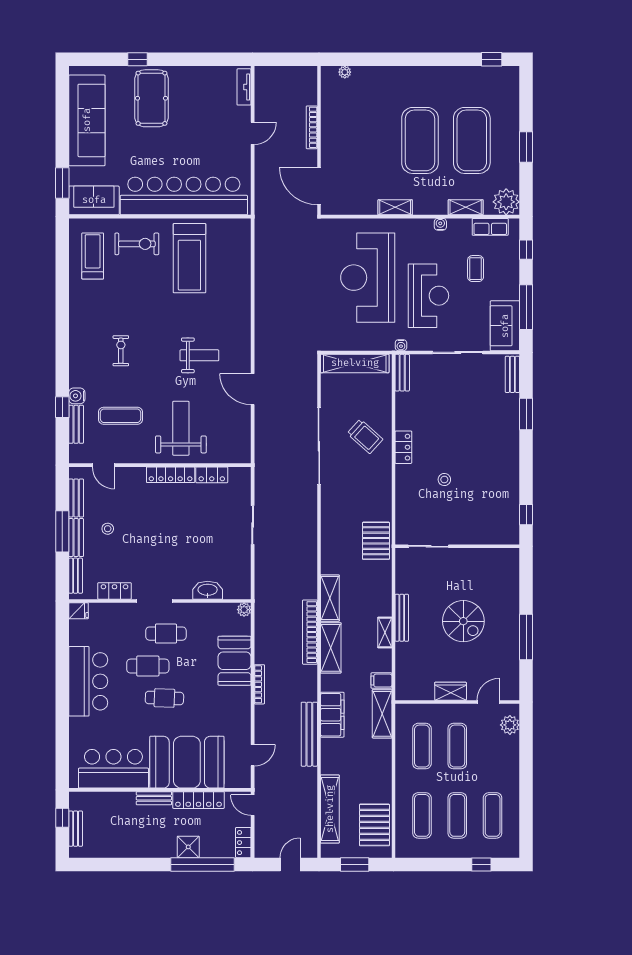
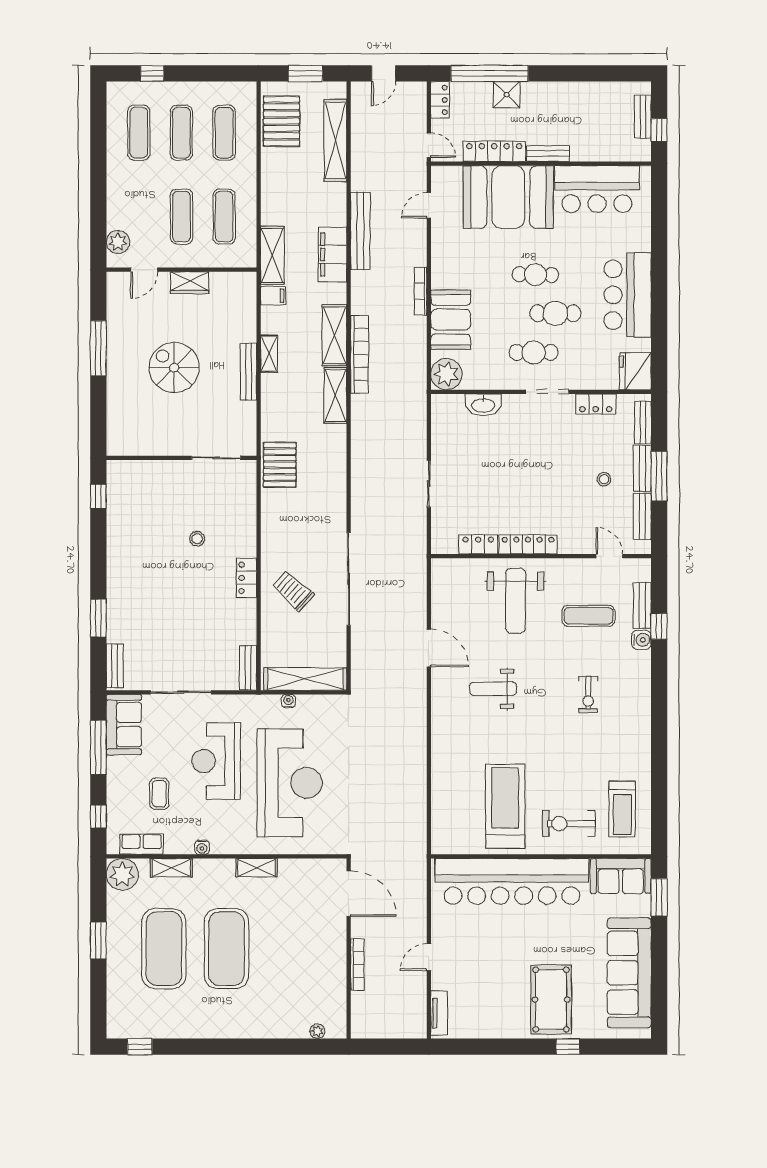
water cooler: (401, 345) -> (288, 701), moved
plant: (244, 610) -> (446, 374), width x1.87, depth x1.87
fridge: (78, 611) -> (635, 371), width x1.88, depth x1.34

